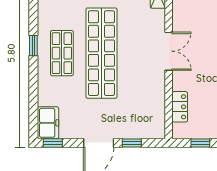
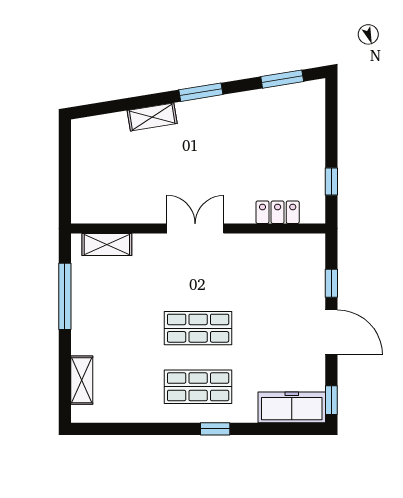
window: (33, 46) -> (215, 429), moved
shop shelf: (101, 53) -> (198, 328), width x0.50, depth x0.74
freezer: (48, 123) -> (292, 407), width x1.40

